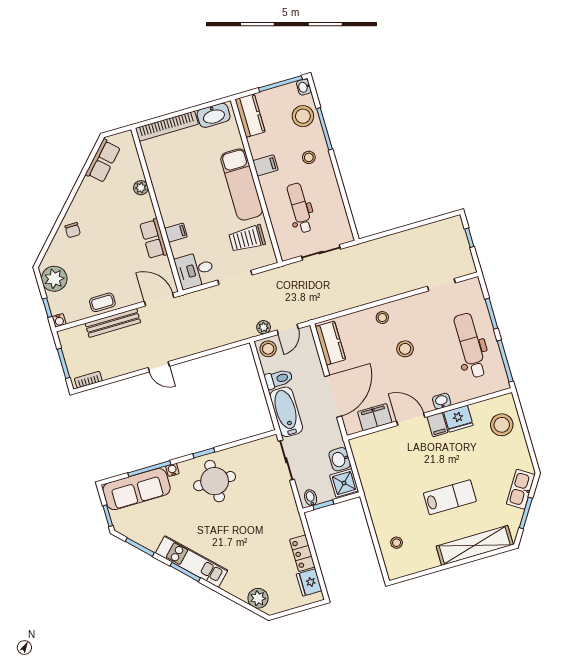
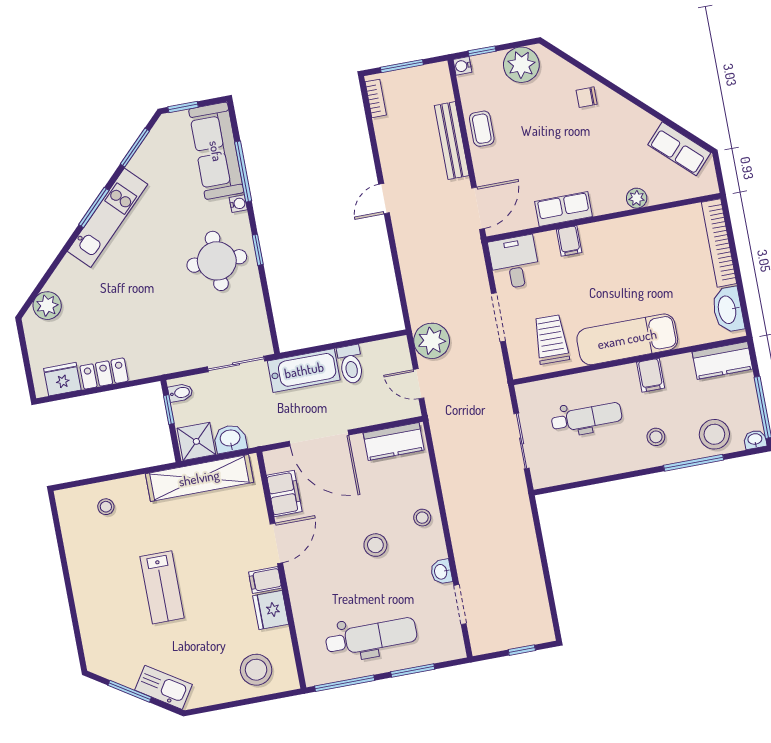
plant: (264, 327) -> (432, 341), width x1.87, depth x1.87
stool: (268, 349) -> (394, 354), removed
washbasin: (442, 401) -> (441, 572), moved, turned 180
shelving: (475, 545) -> (199, 478), moved, turned 90

